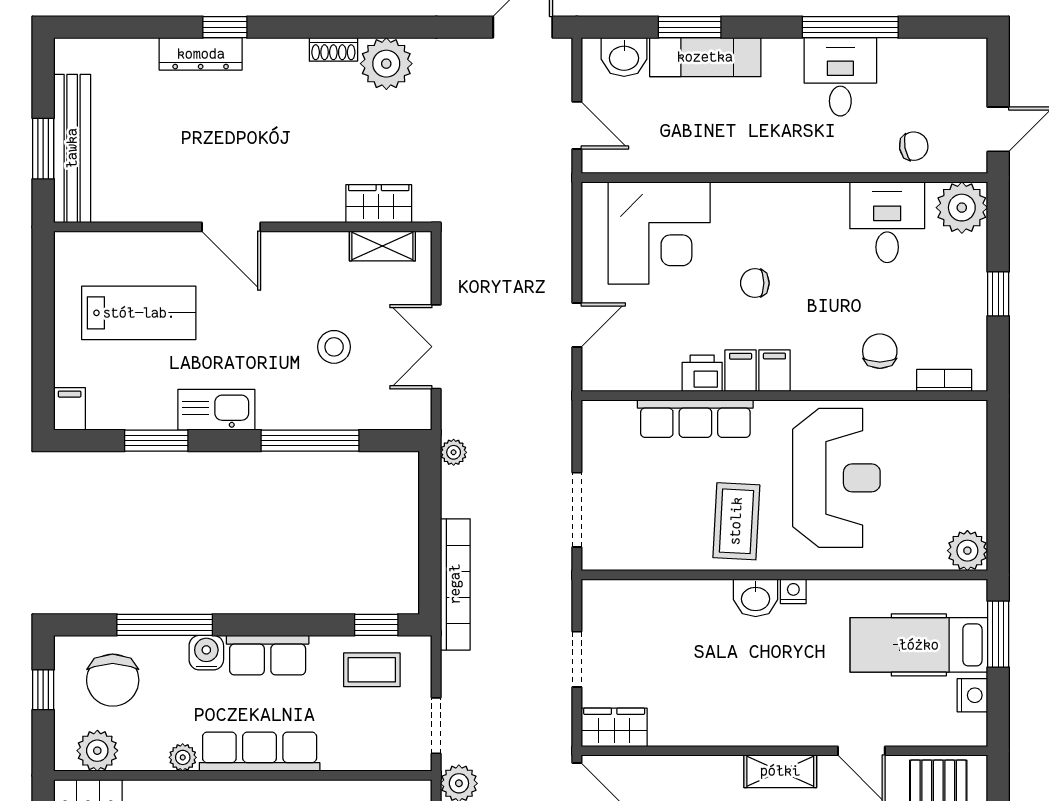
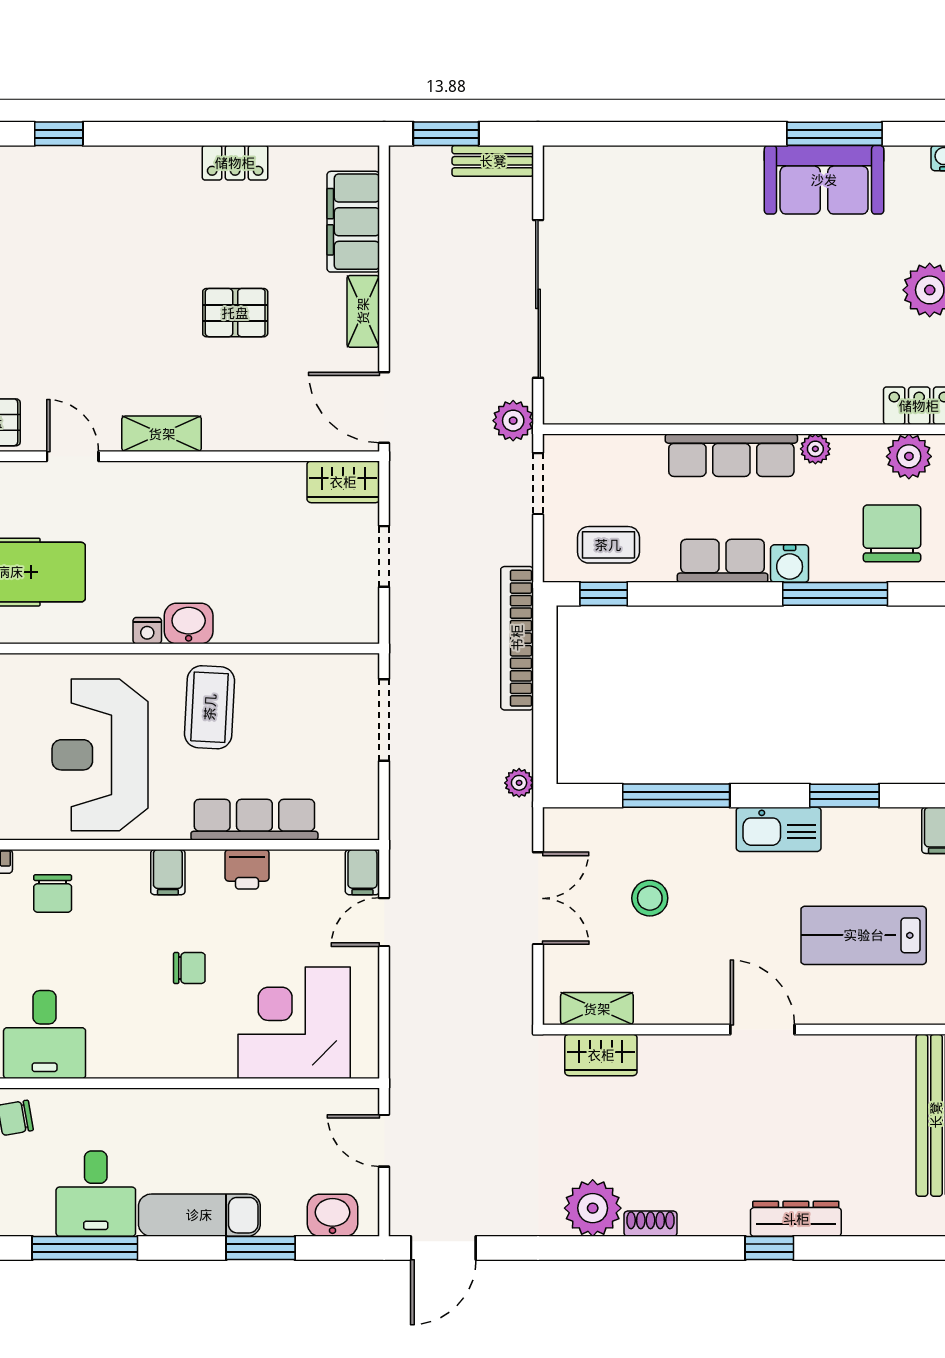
exam couch: (705, 57) -> (199, 1215), moved
filing cabinet: (741, 371) -> (362, 872), moved

